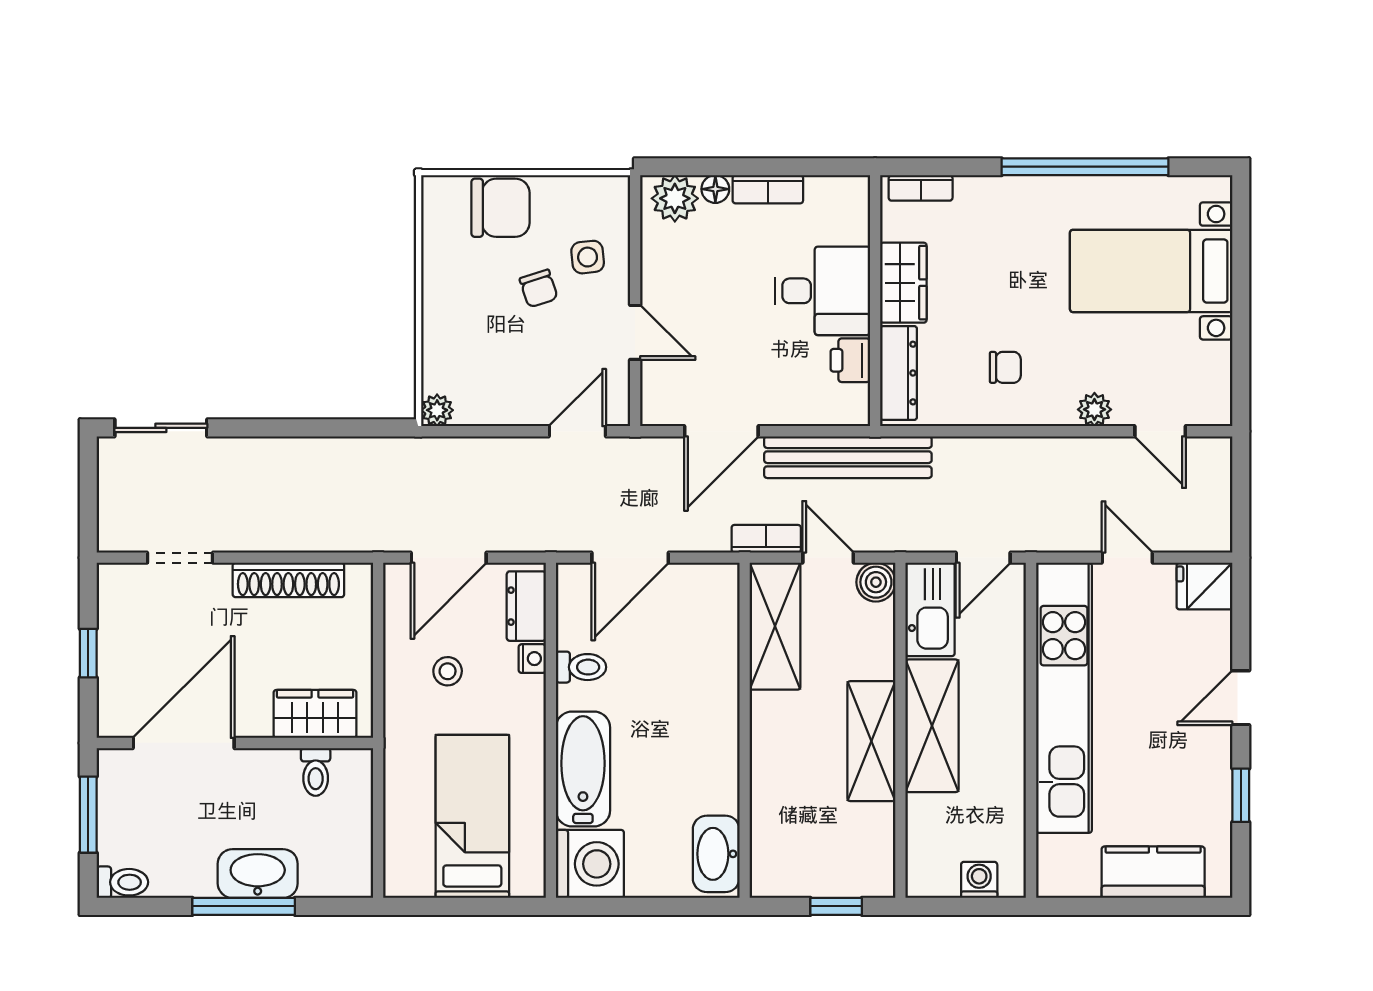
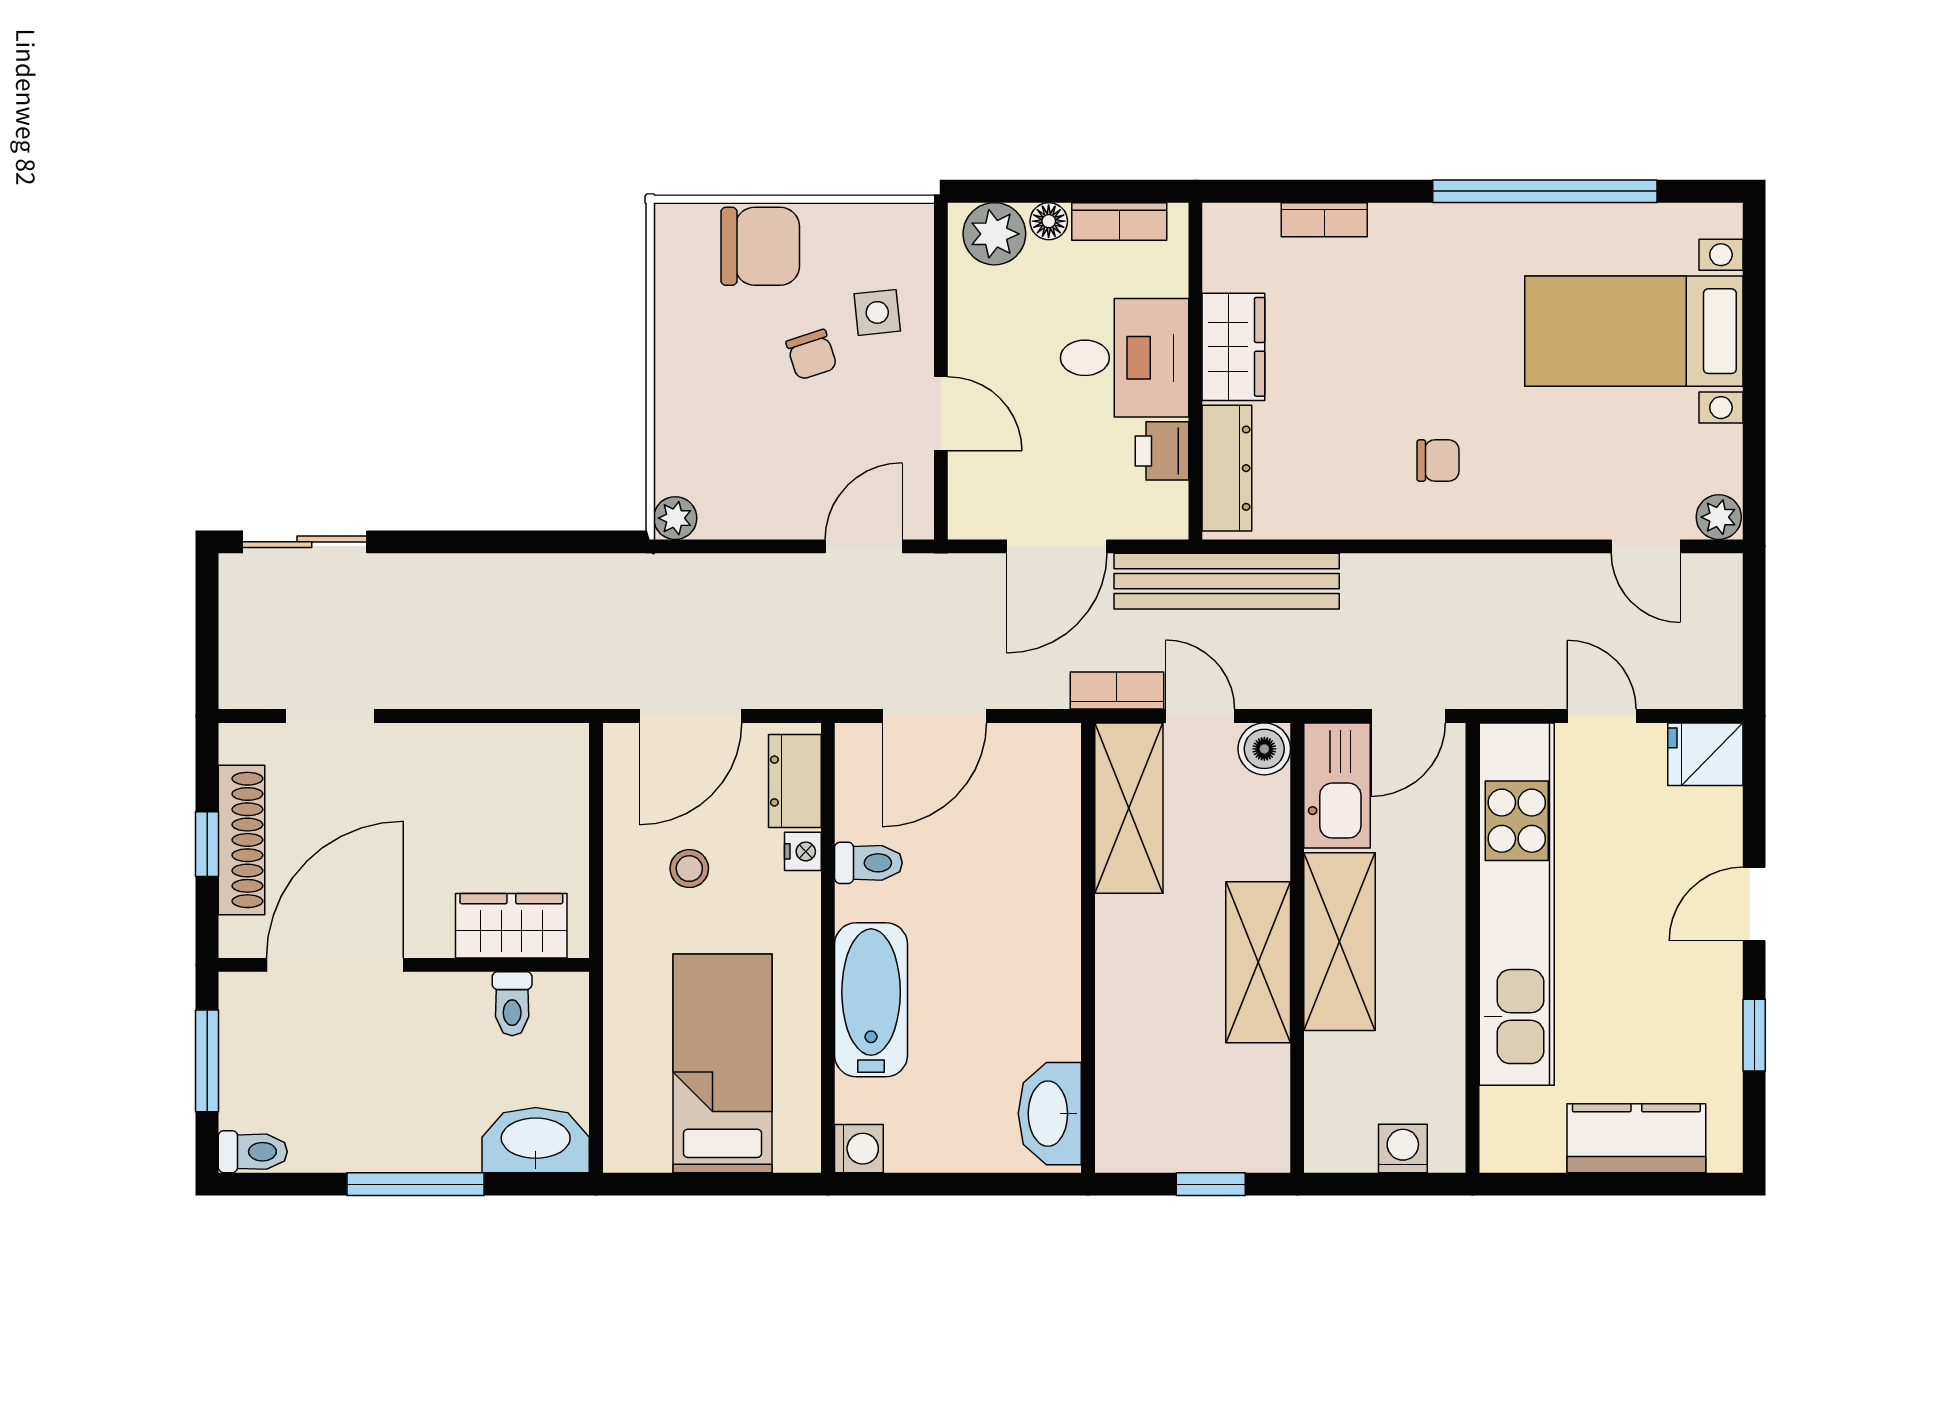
wardrobe: (903, 283) -> (1233, 347), moved
desk: (822, 291) -> (1125, 358), moved
wall: (875, 301) -> (1195, 371), moved
printer: (850, 360) -> (1162, 451), moved
dresser: (899, 373) -> (1227, 468), moved
plant: (1094, 409) -> (1719, 517), moved
shoe rack: (288, 580) -> (241, 840), moved, turned -90
washing machine: (590, 864) -> (859, 1149), width x0.53, depth x0.53
washbasin: (258, 874) -> (536, 1140), moved

